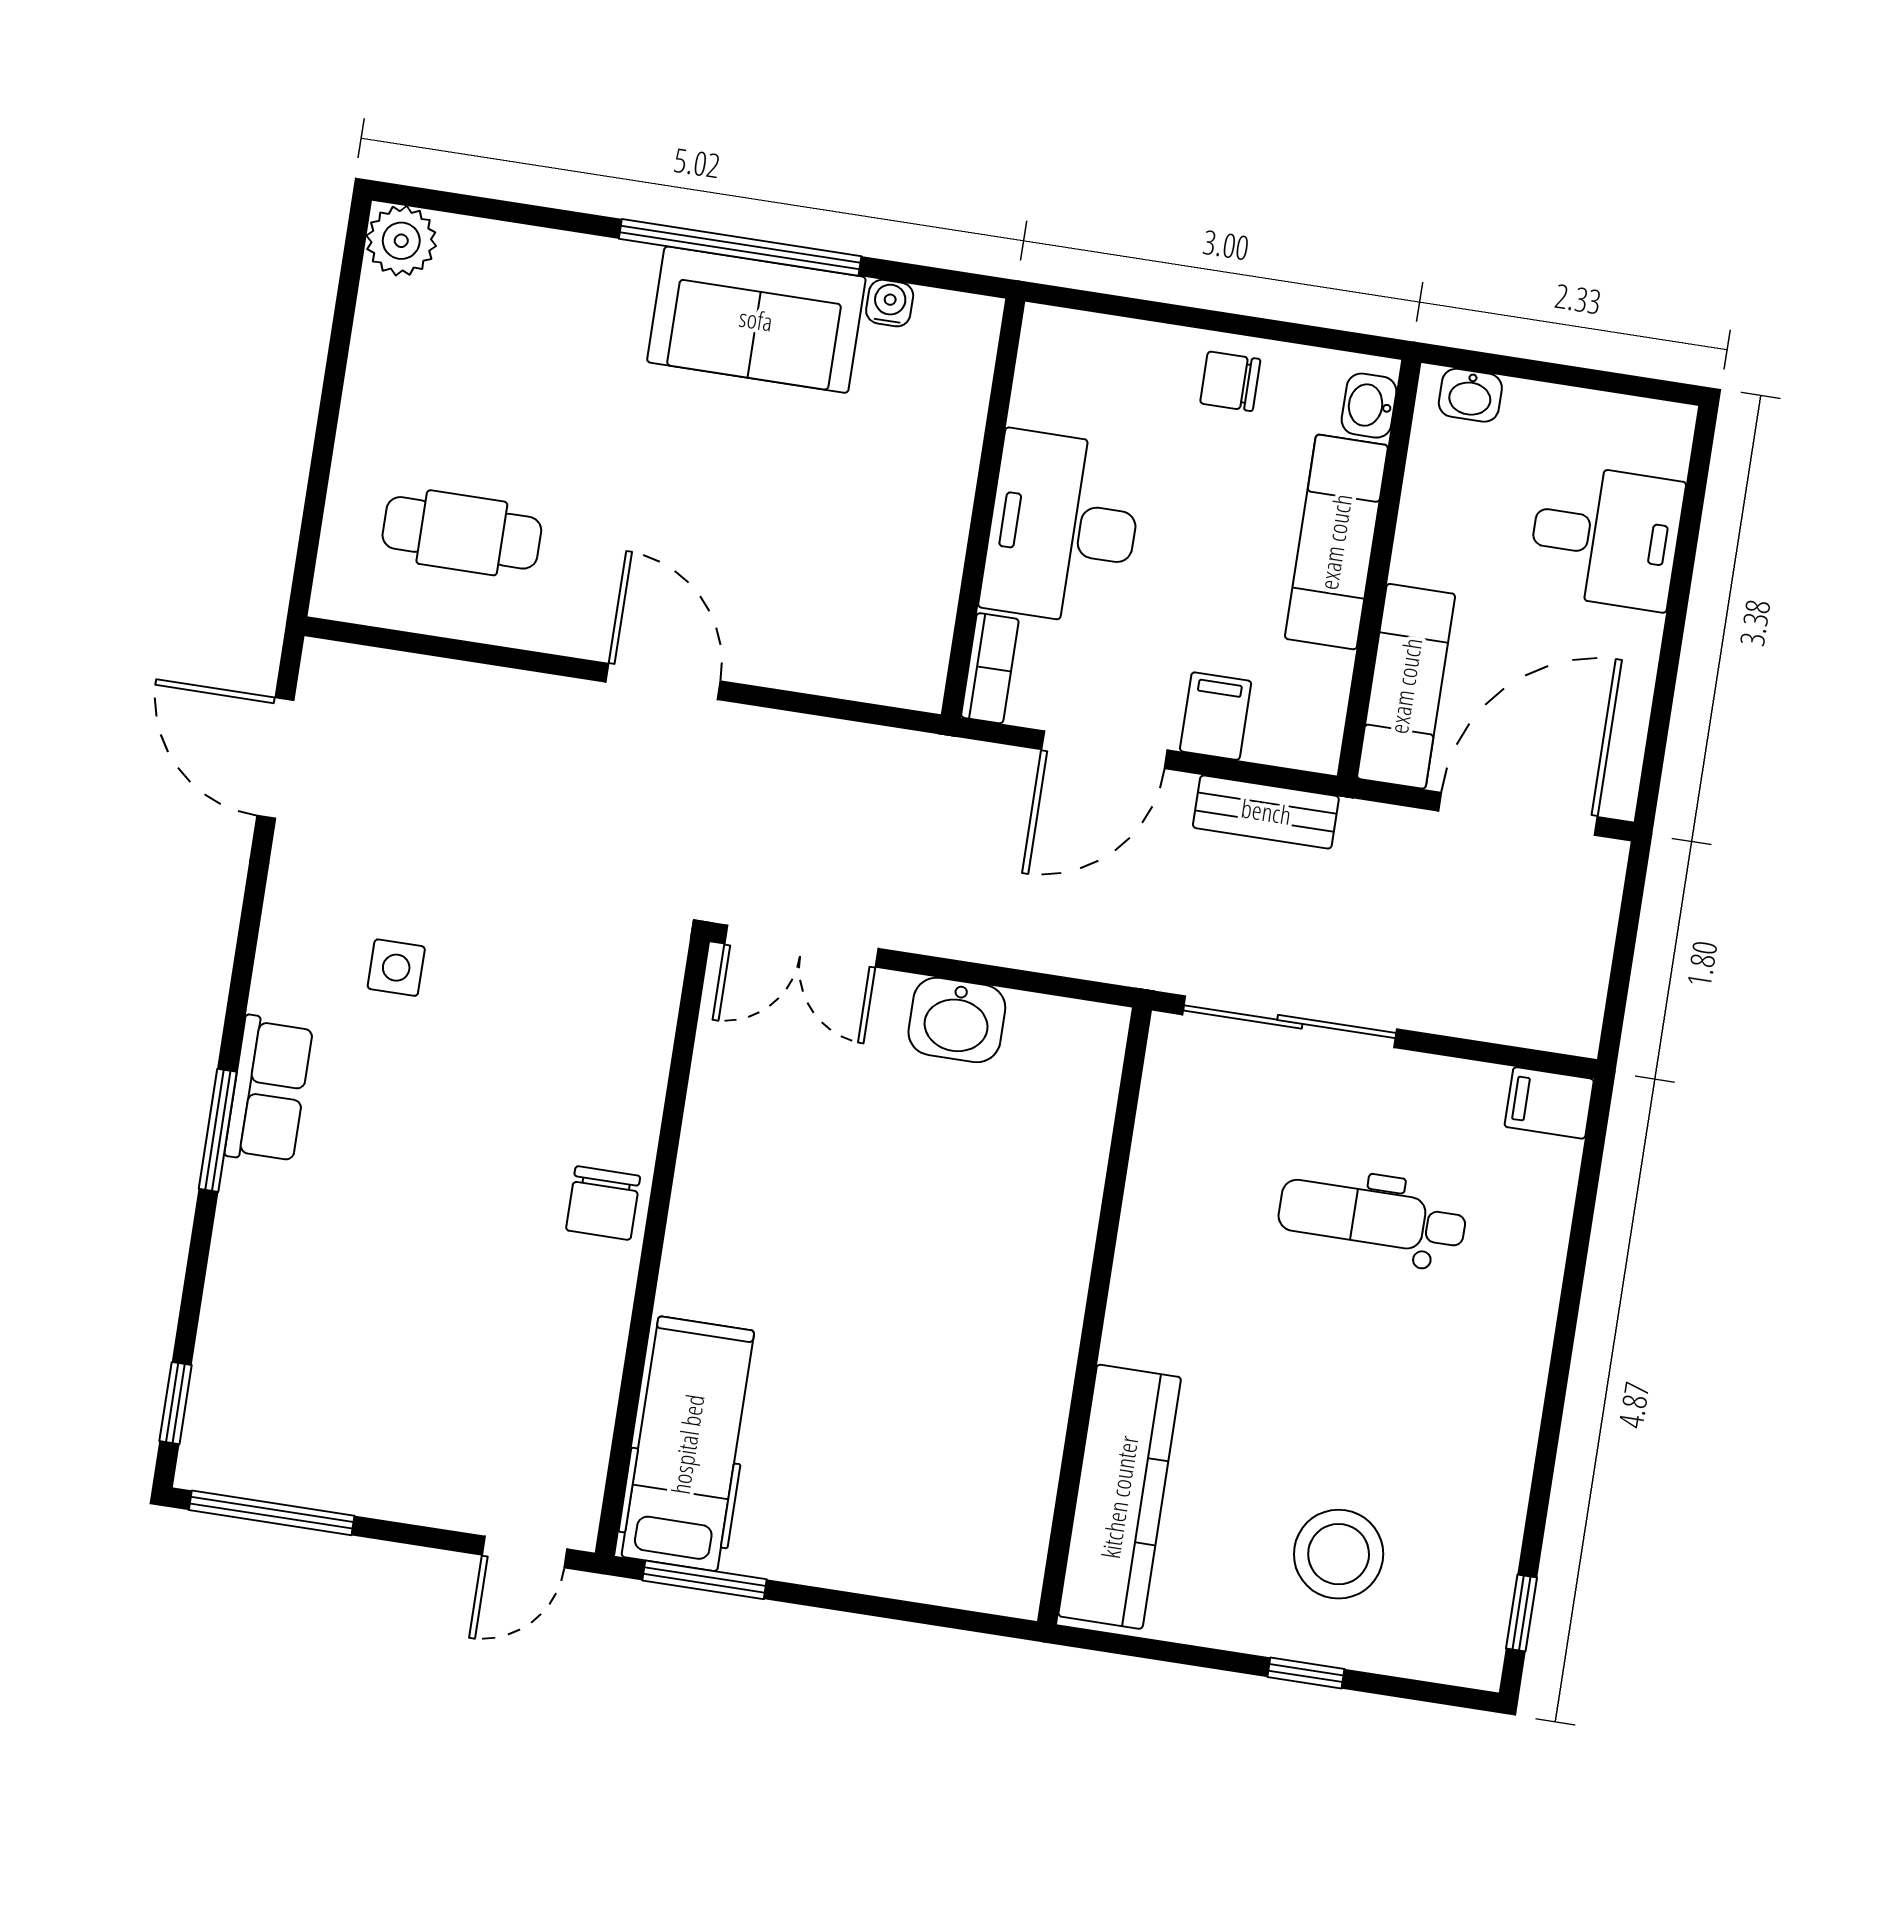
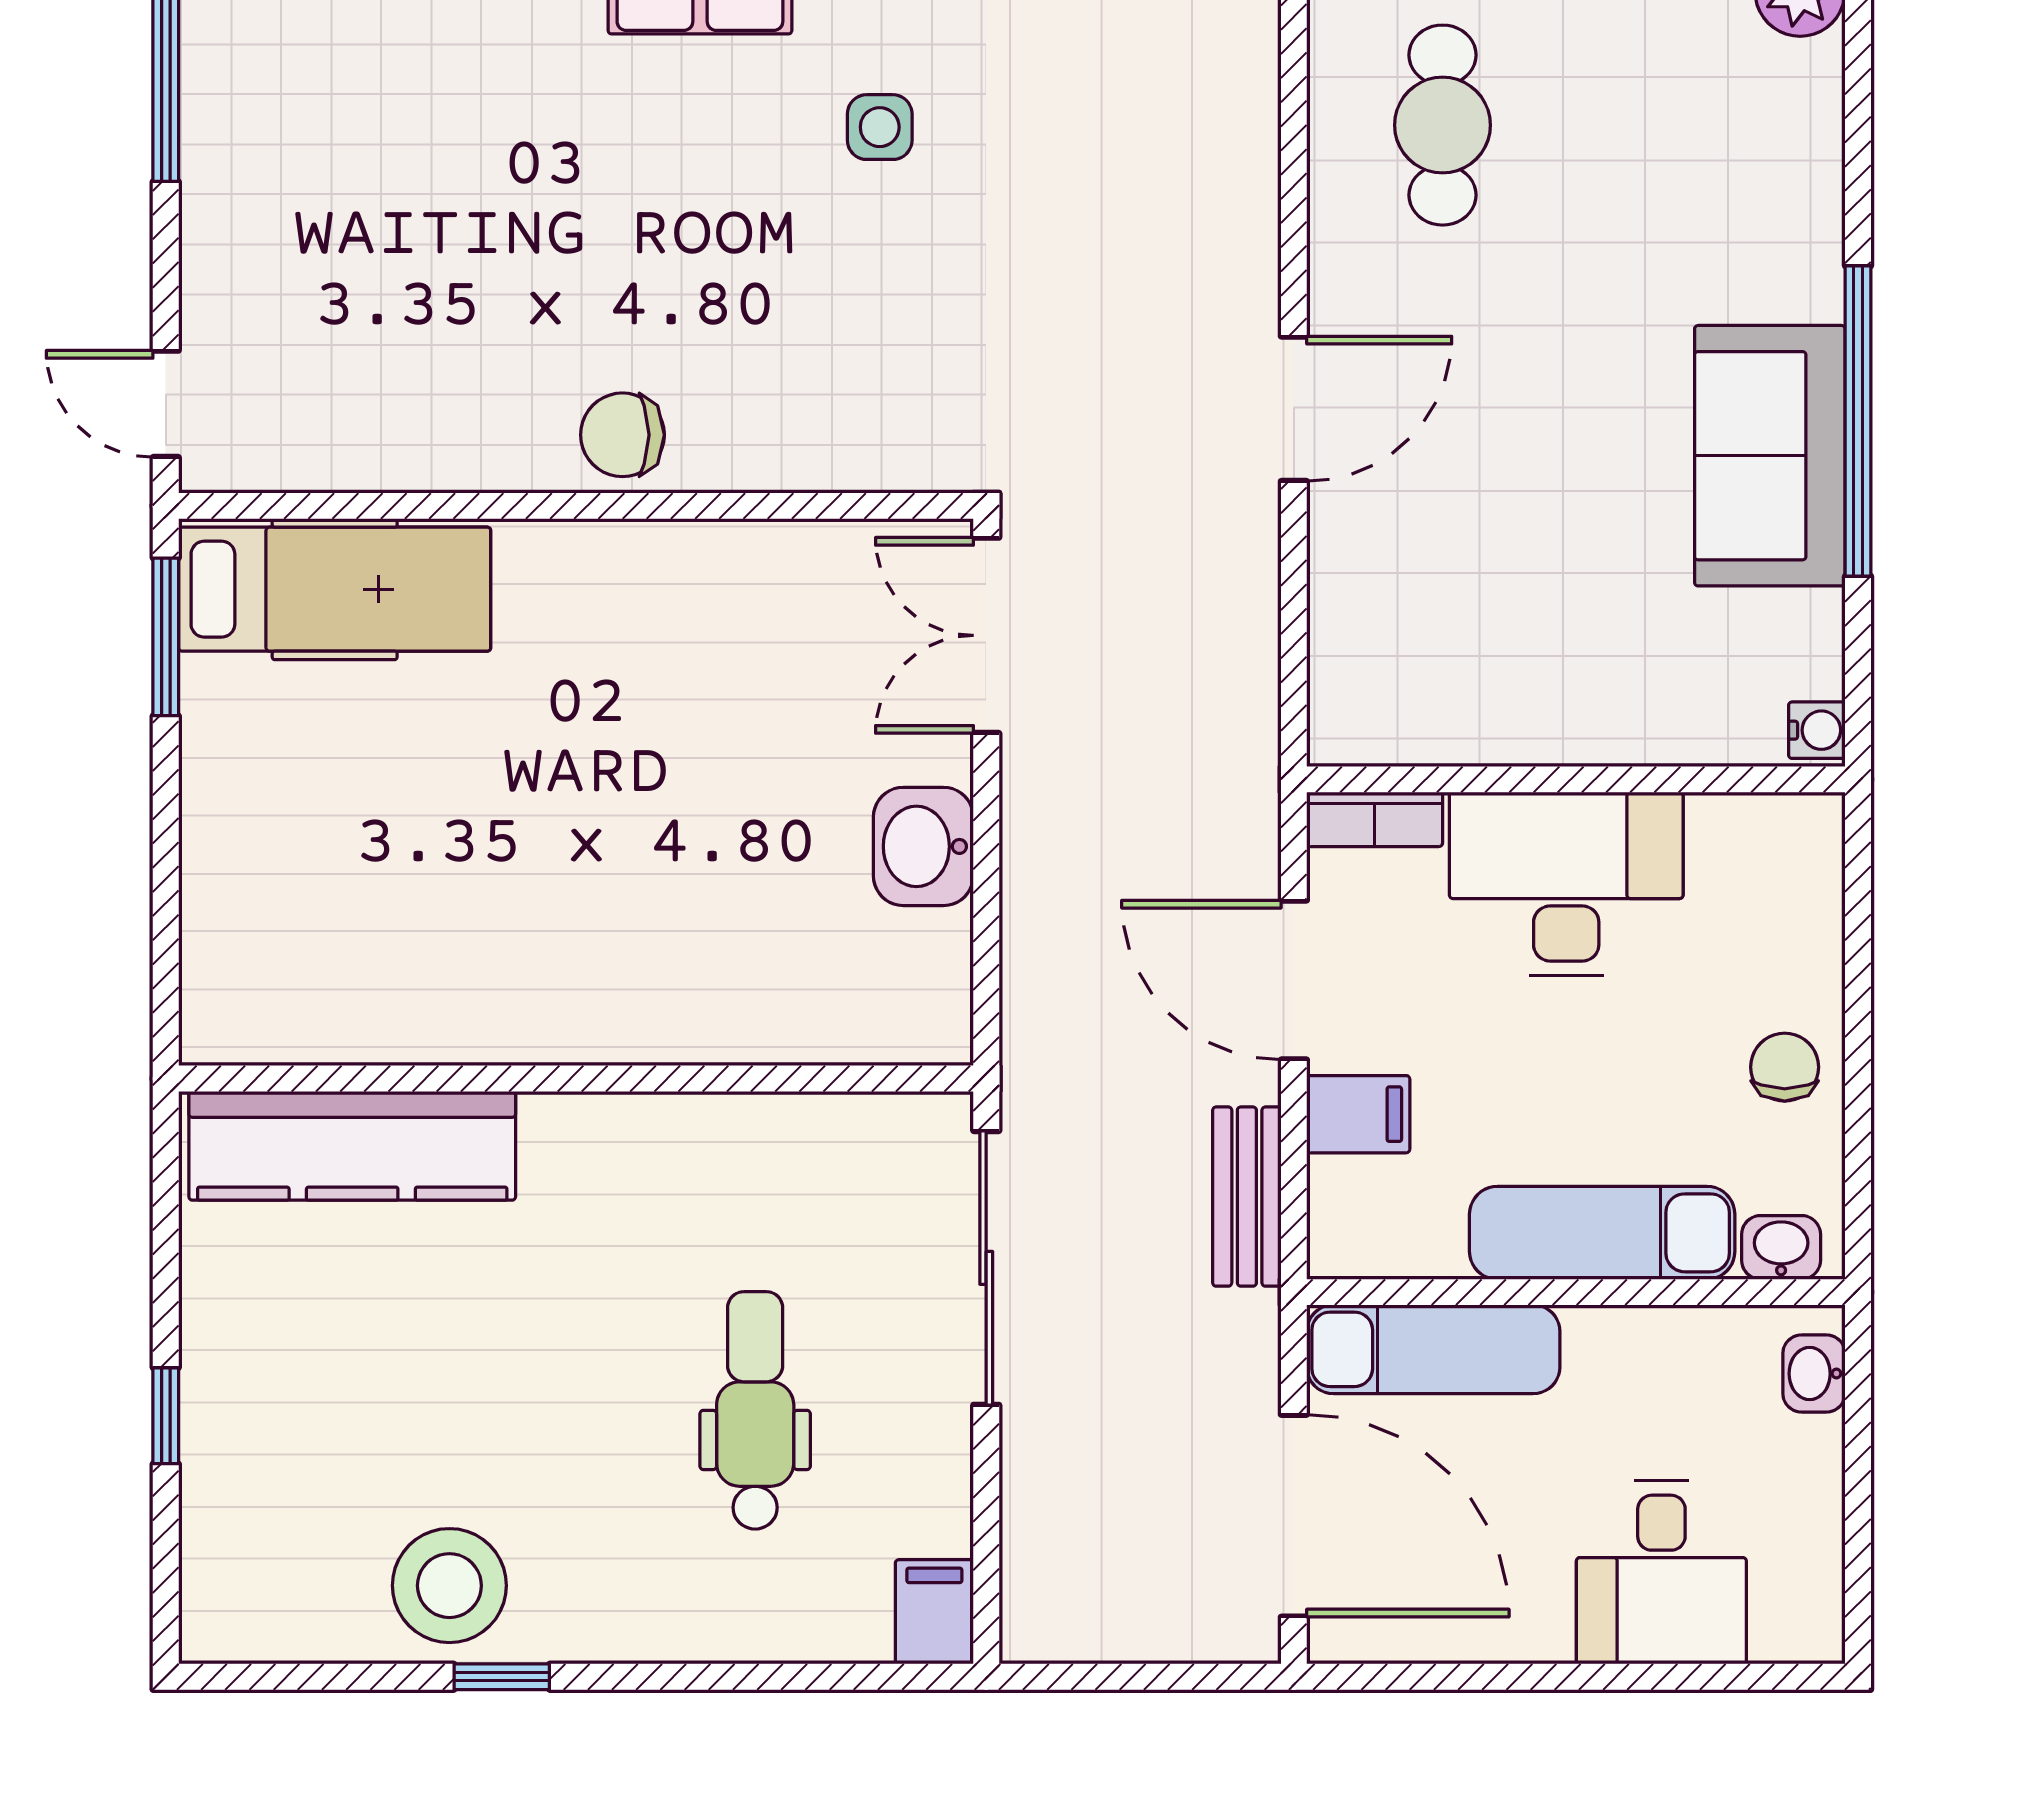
water cooler: (890, 303) -> (1817, 730), moved
stool: (1339, 1554) -> (449, 1586), moved
window: (1522, 1613) -> (502, 1677), moved

